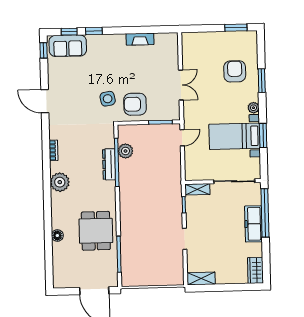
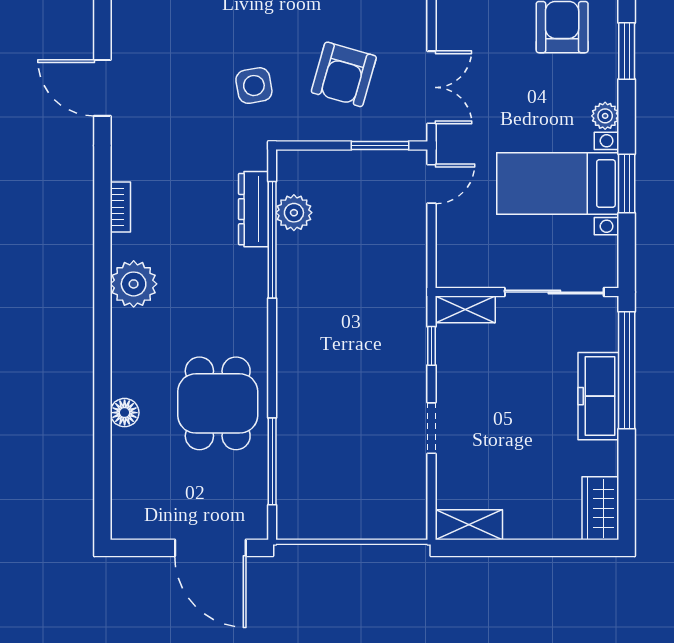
double door: (181, 85) -> (431, 87), moved
armchair: (135, 104) -> (344, 74), moved, turned -74
dresser: (109, 164) -> (254, 209), moved

